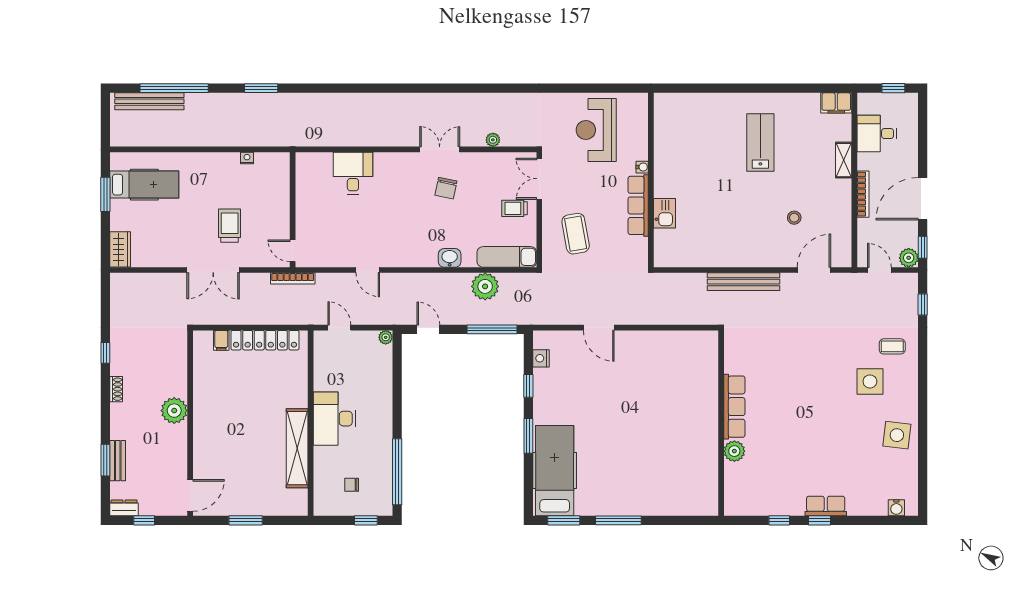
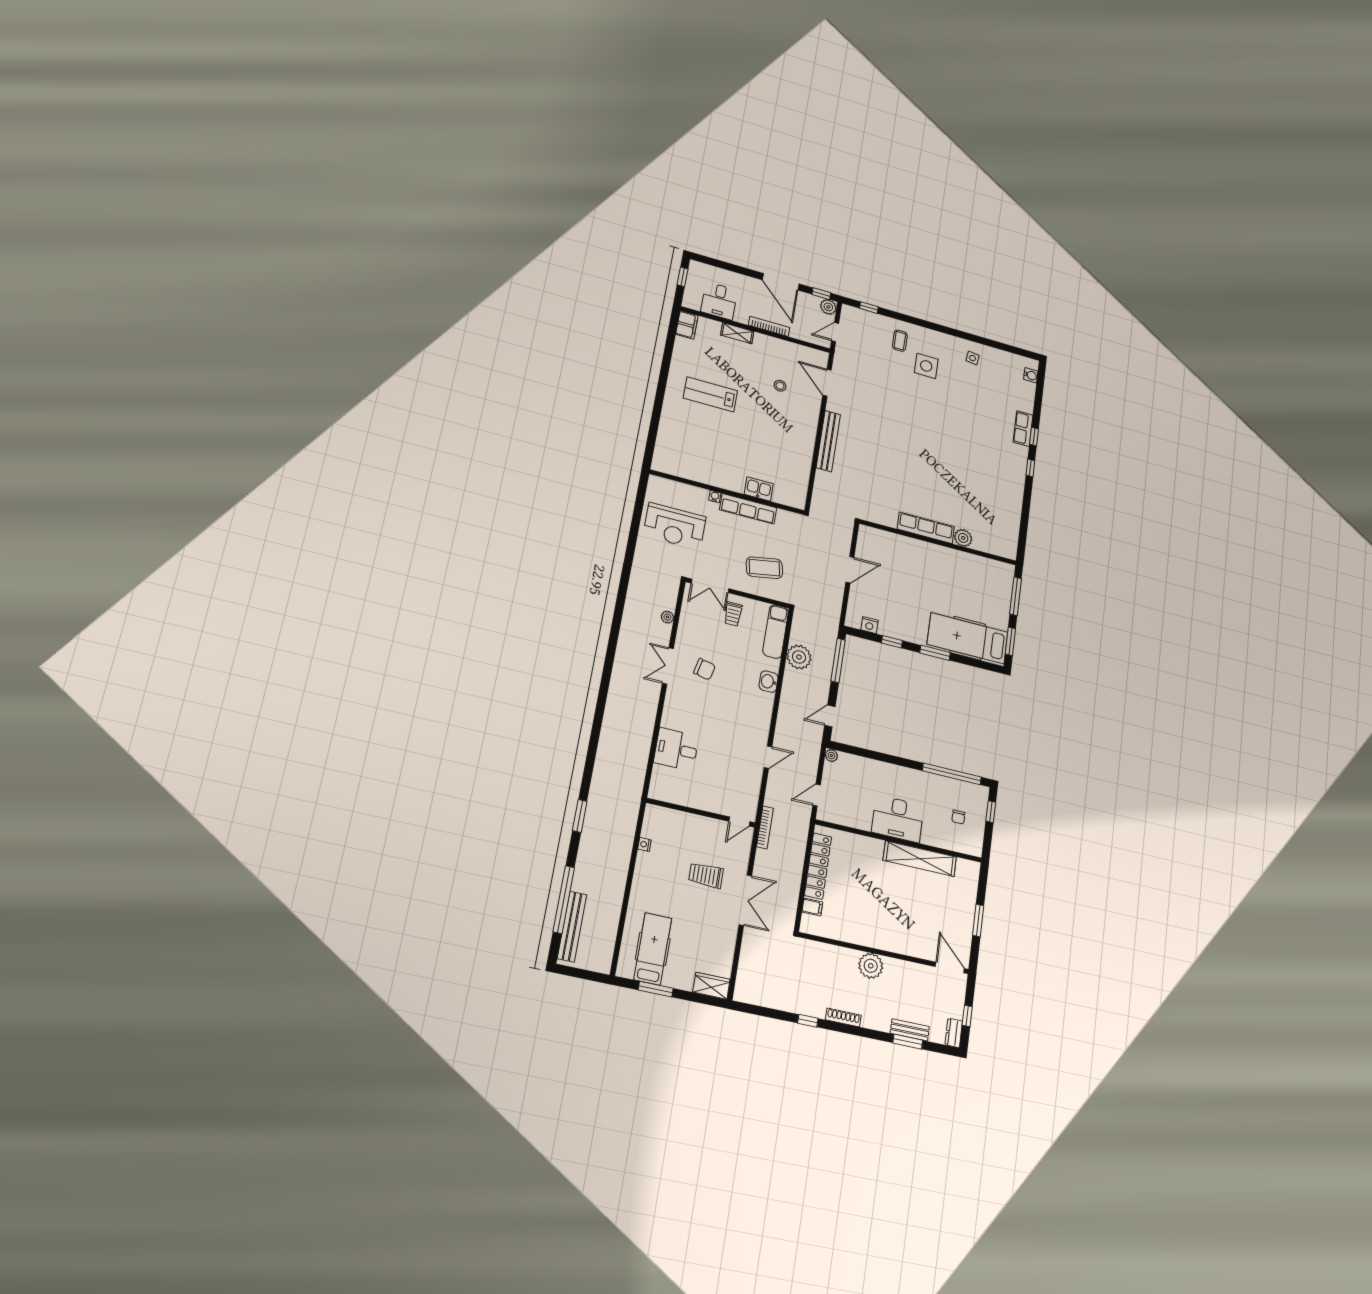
shoe rack: (116, 389) -> (843, 1017), width x1.43
row of seats: (734, 407) -> (926, 528), moved
wall: (721, 423) -> (938, 542), moved
side table: (897, 435) -> (973, 358), width x0.54, depth x0.54
plant: (734, 451) -> (963, 538), moved

